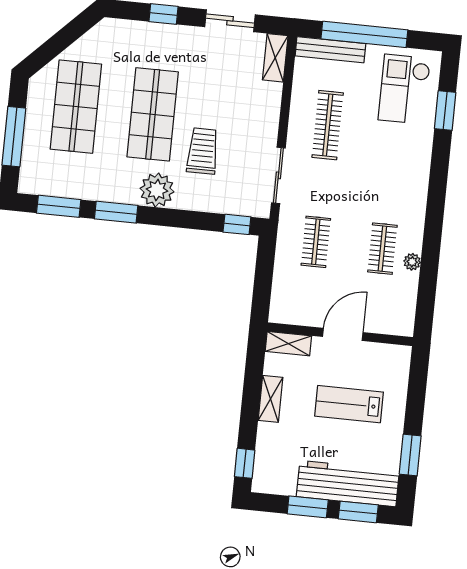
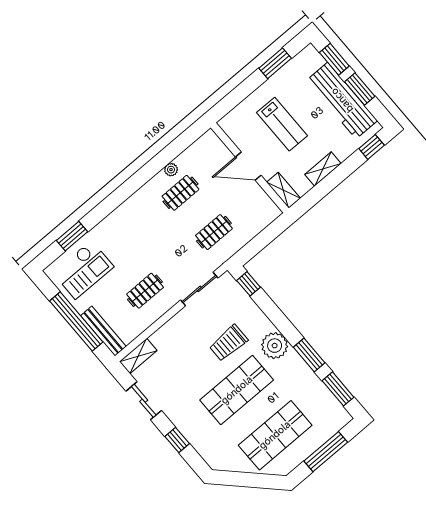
clothes rail: (328, 125) -> (145, 291), width x0.73
workbench: (348, 484) -> (342, 100), moved

